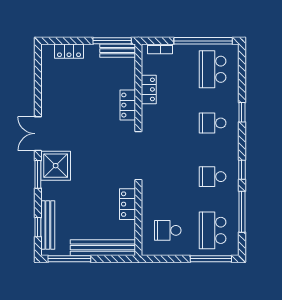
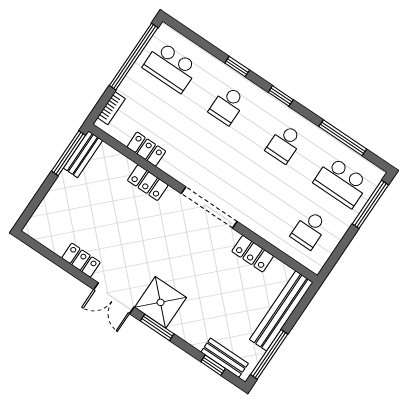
locker: (69, 51) -> (81, 260), moved, turned -90
window: (242, 170) -> (281, 96), moved
bench: (48, 225) -> (225, 358), width x0.73

